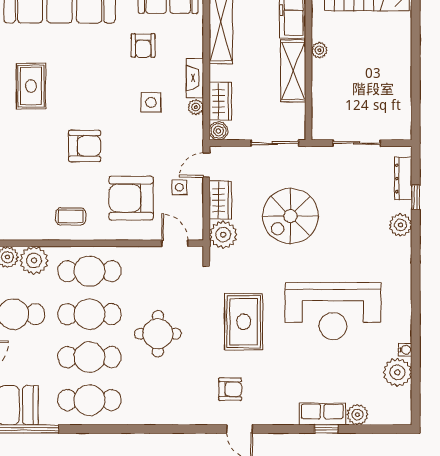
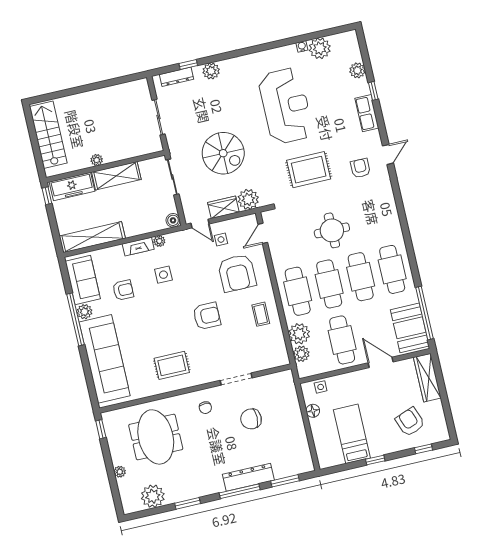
wardrobe: (220, 101) -> (151, 224), removed
armchair: (85, 146) -> (207, 316), turned 90
row of seats: (322, 414) -> (367, 113), moved

